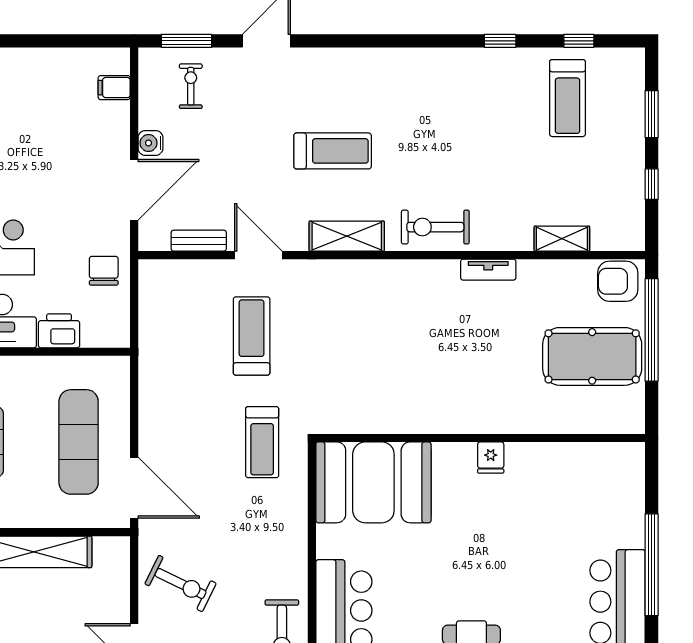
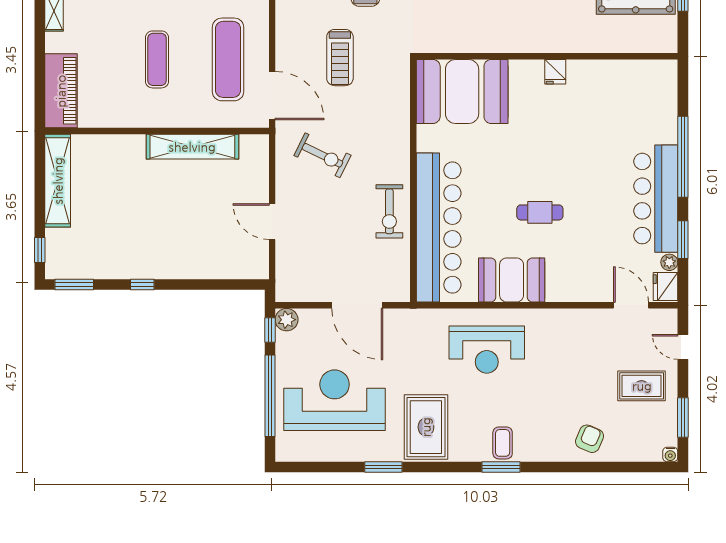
treadmill: (262, 442) -> (340, 58), moved
exercise bike: (181, 584) -> (322, 155), moved

